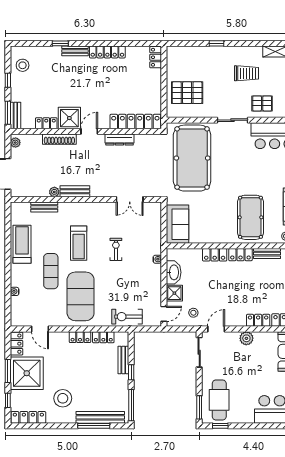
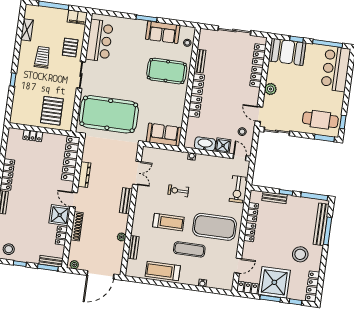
locker: (156, 57) -> (33, 136), moved
bench: (75, 191) -> (126, 201), moved

